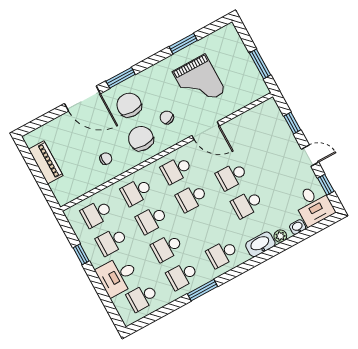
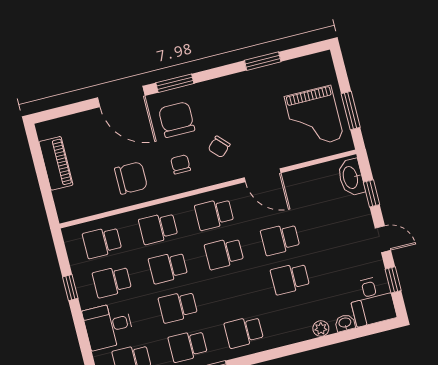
grand piano: (199, 82) -> (314, 118), moved
chair: (167, 118) -> (219, 147), turned -111
chair: (141, 139) -> (181, 164), width x0.54, depth x0.54
chair: (106, 159) -> (131, 178), width x1.87, depth x1.87
washbasin: (260, 244) -> (351, 177), moved, turned -90

